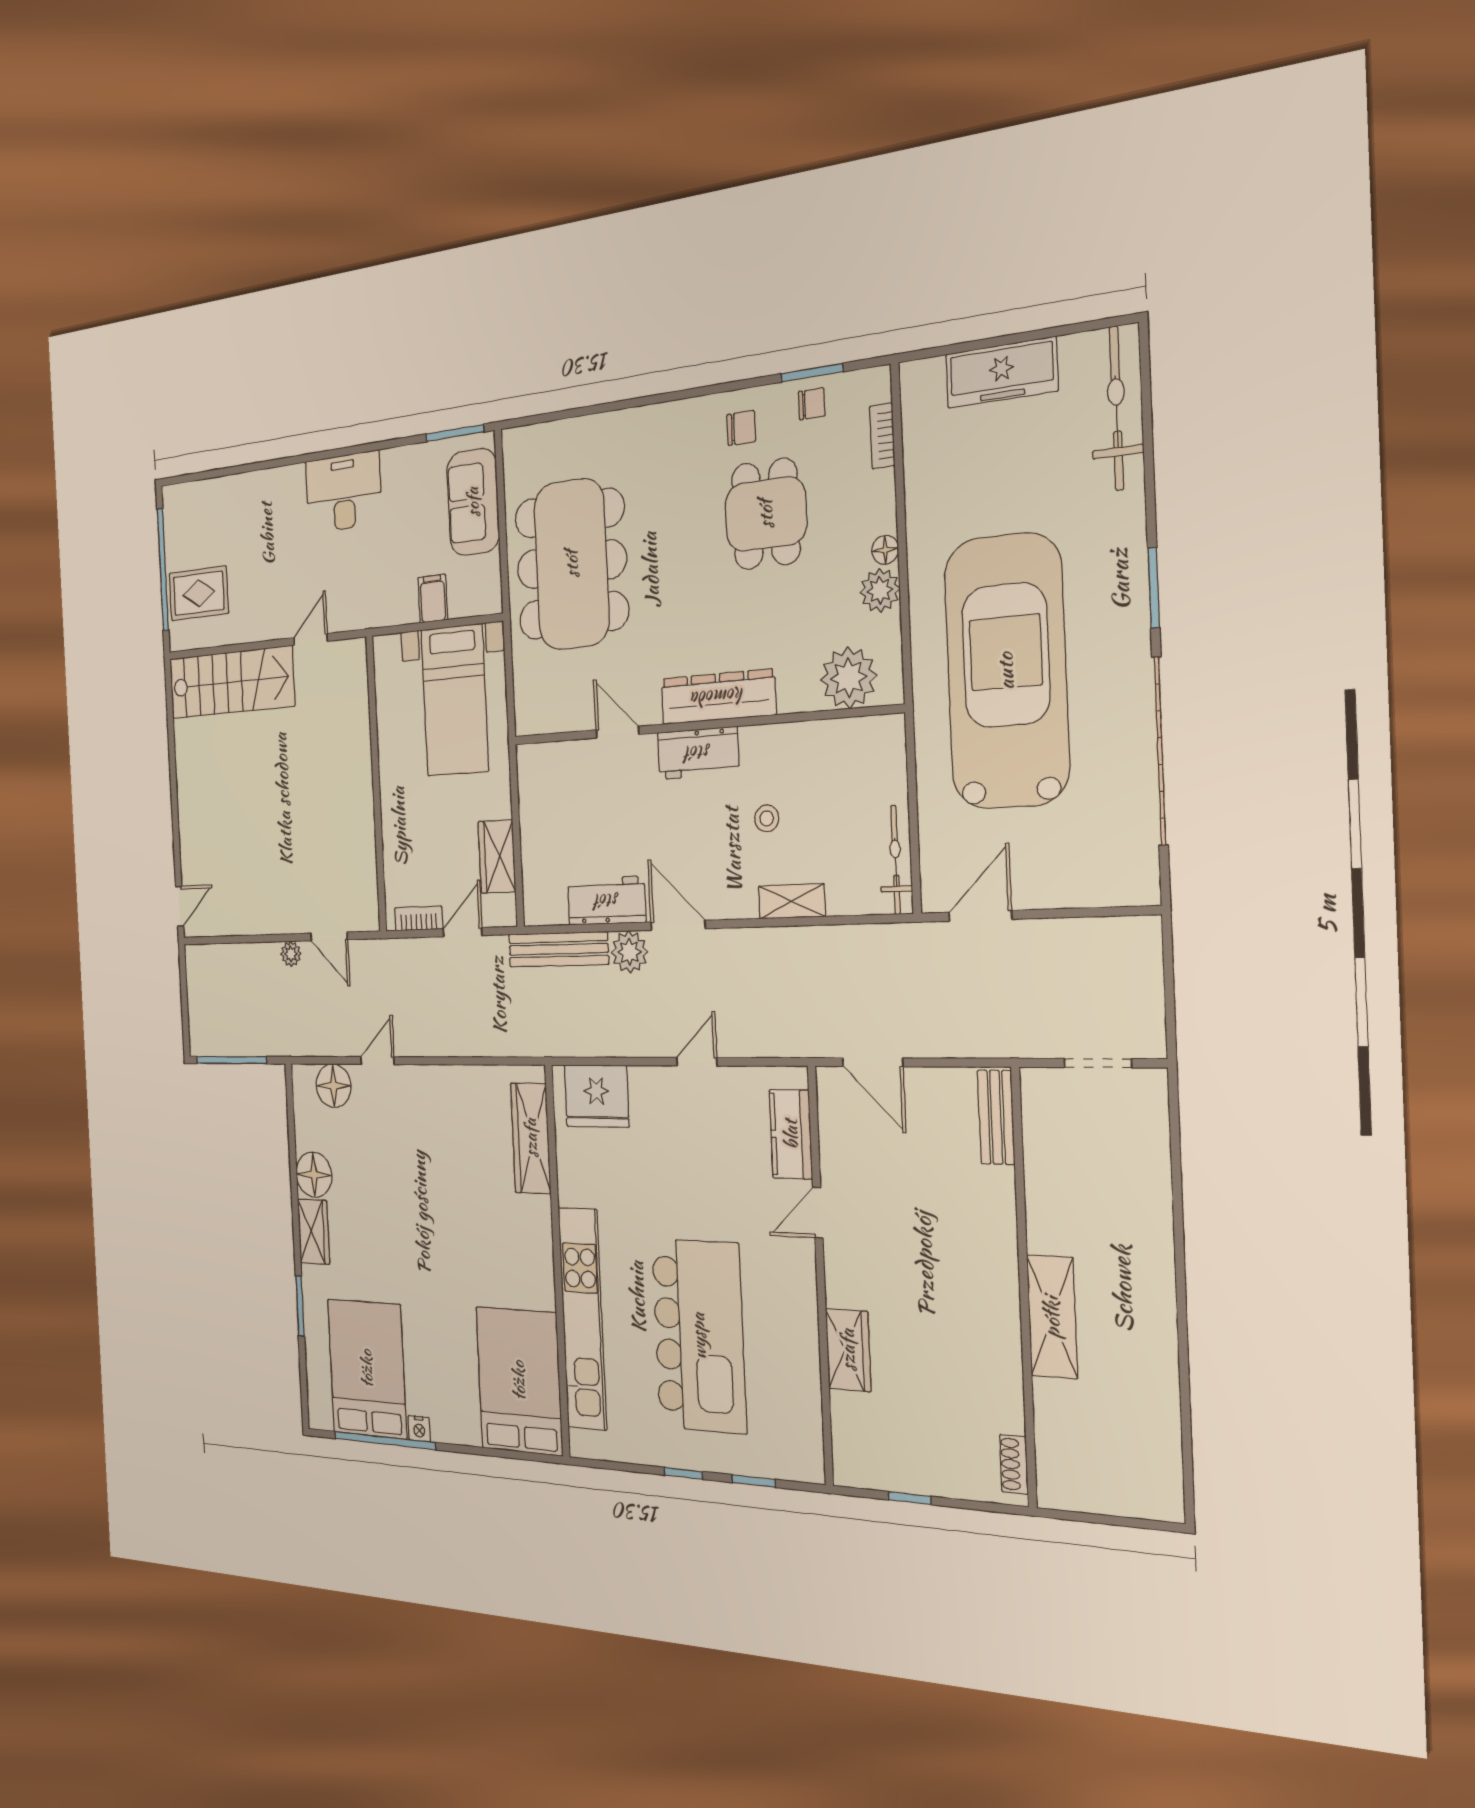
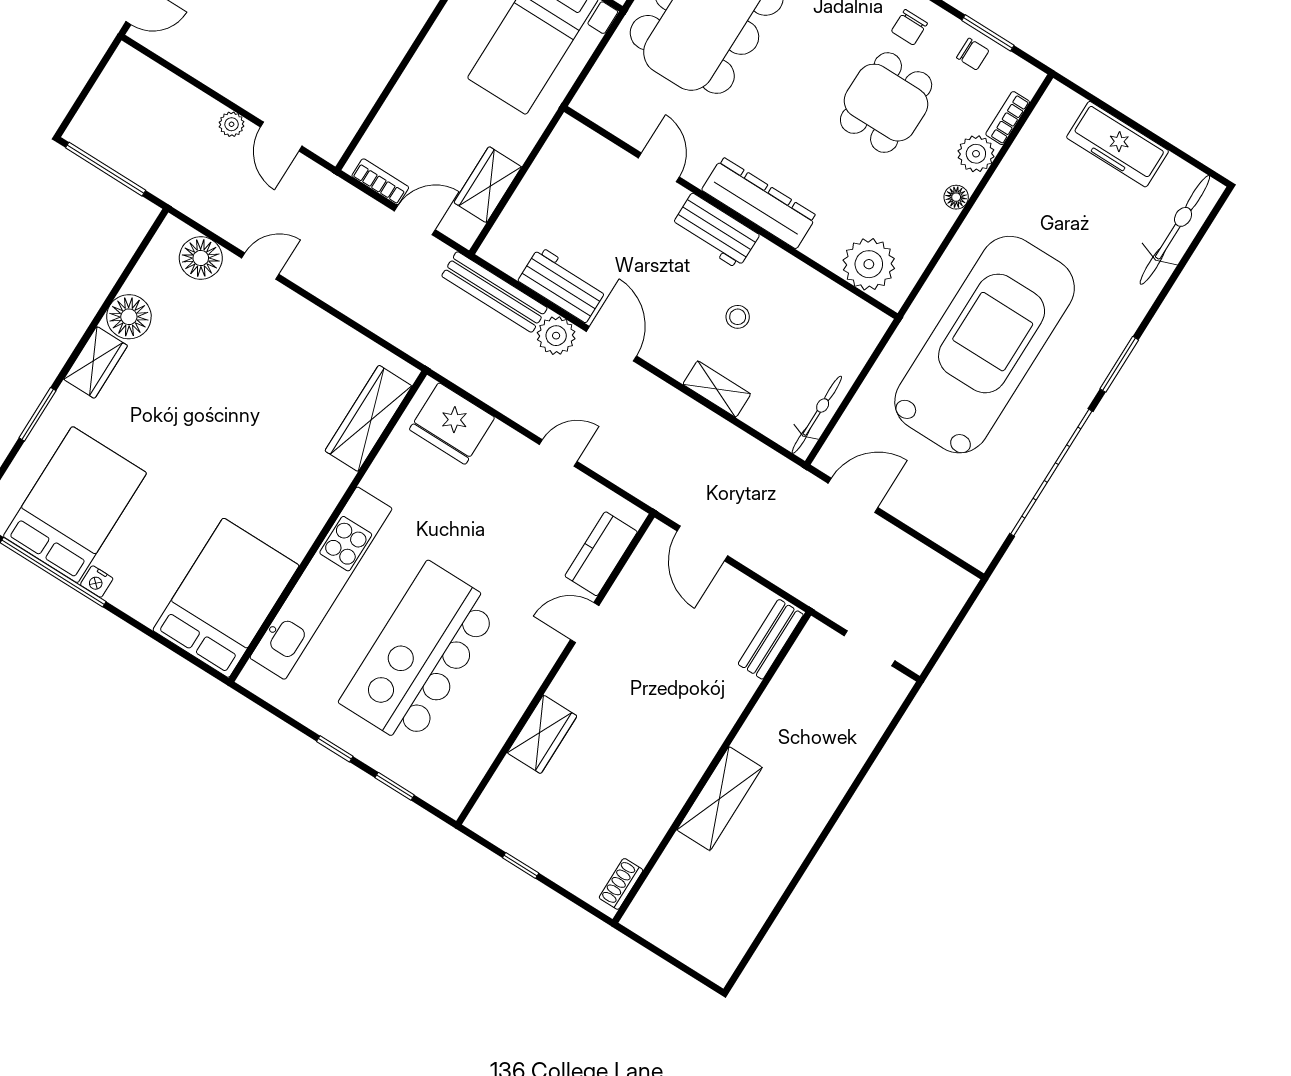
chair: (741, 428) -> (909, 27), turned 90
plant: (880, 590) -> (976, 154), moved
kitchen island: (699, 1336) -> (420, 654), turned 180

